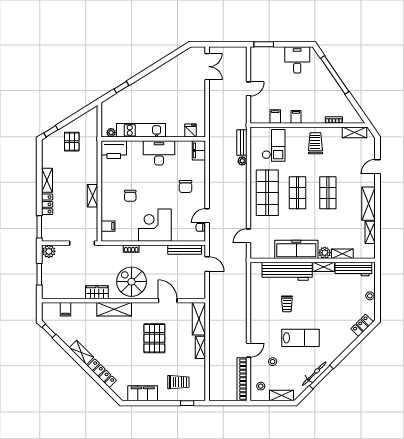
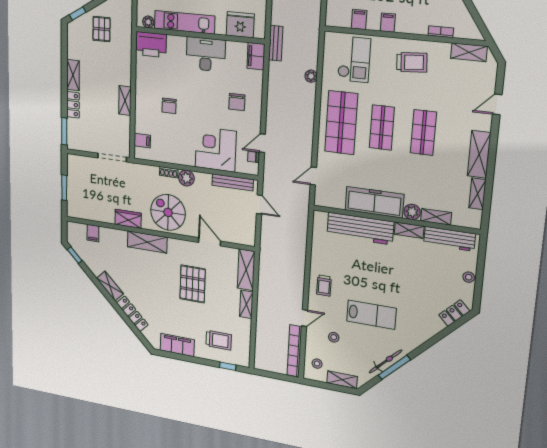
fridge: (191, 130) -> (240, 25), width x1.88, depth x1.34
bench: (242, 143) -> (276, 43), moved
trolley: (315, 143) -> (412, 62), turned 86
corner desk: (155, 225) -> (216, 149), moved
plant: (49, 251) -> (186, 178), moved
trolley: (287, 304) -> (324, 286), moved

